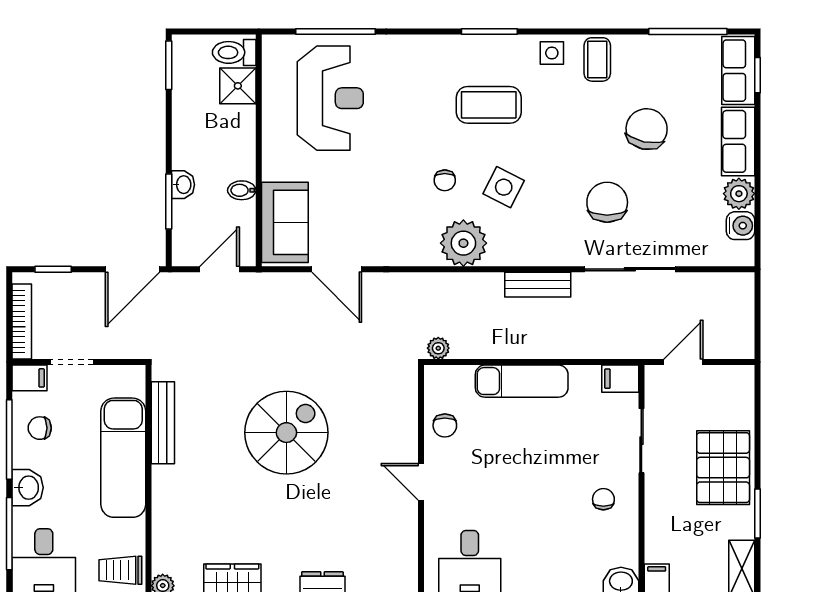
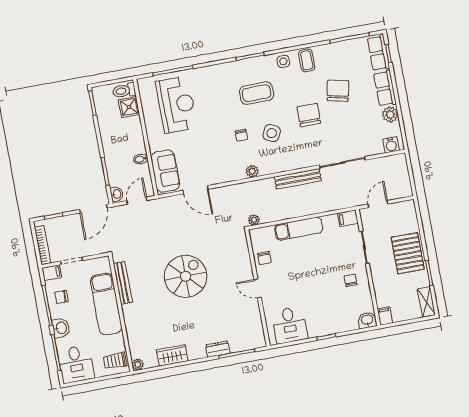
washbasin: (183, 185) -> (117, 194), moved
chair: (607, 202) -> (309, 115), moved
water cooler: (741, 226) -> (391, 145), moved, turned 90
plant: (463, 243) -> (252, 171), width x0.53, depth x0.53
bench: (538, 285) -> (298, 179), width x1.36

